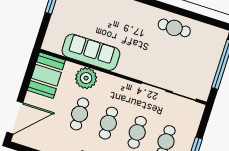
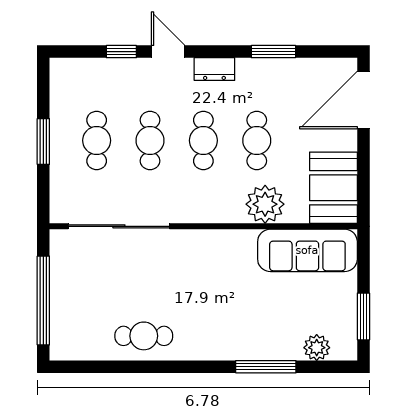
sofa: (91, 52) -> (307, 250), moved

